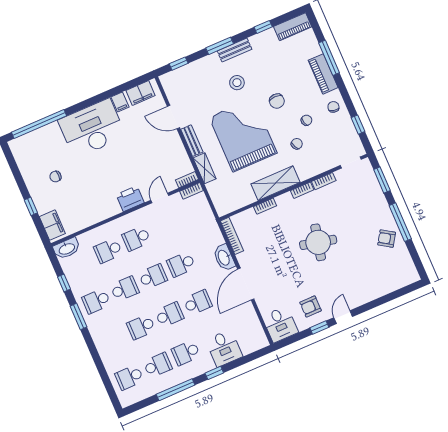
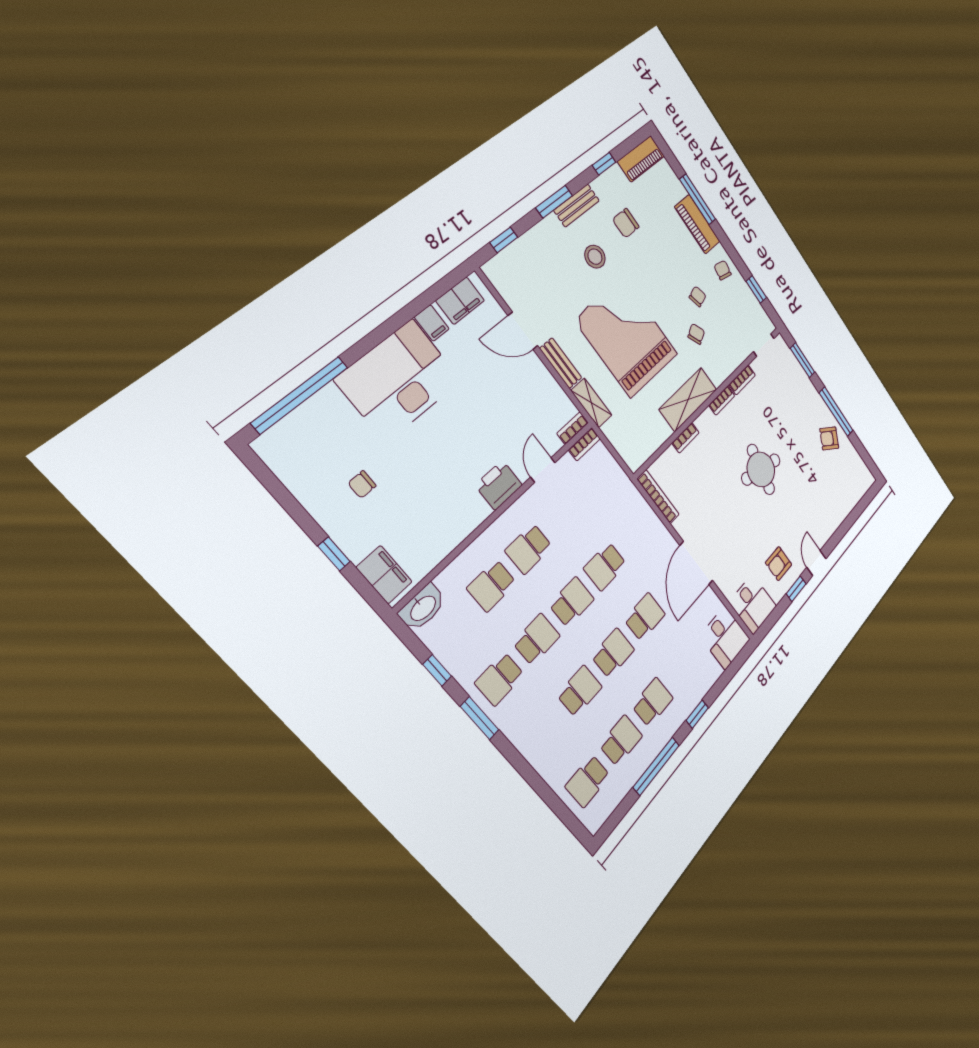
chair: (277, 101) -> (626, 223), moved, turned 90
washbasin: (224, 258) -> (658, 534), removed
school desk: (141, 327) -> (580, 691), turned 180
desk: (224, 348) -> (725, 638), moved
school desk: (186, 353) -> (653, 702), turned 180

